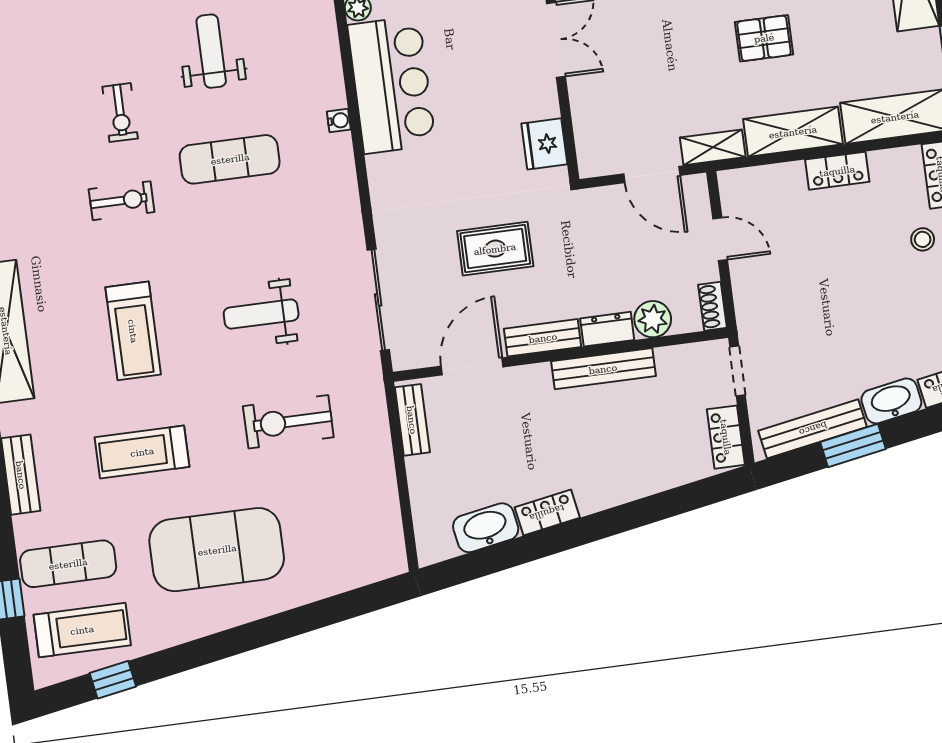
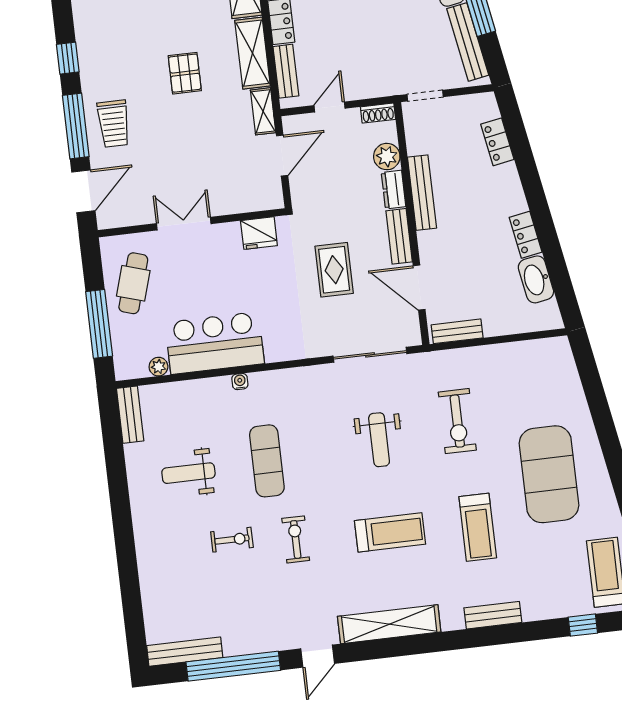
bench: (769, 178) -> (286, 71), added
locker: (726, 437) -> (497, 142), moved, turned 80
exercise mat: (68, 564) -> (558, 582), removed

